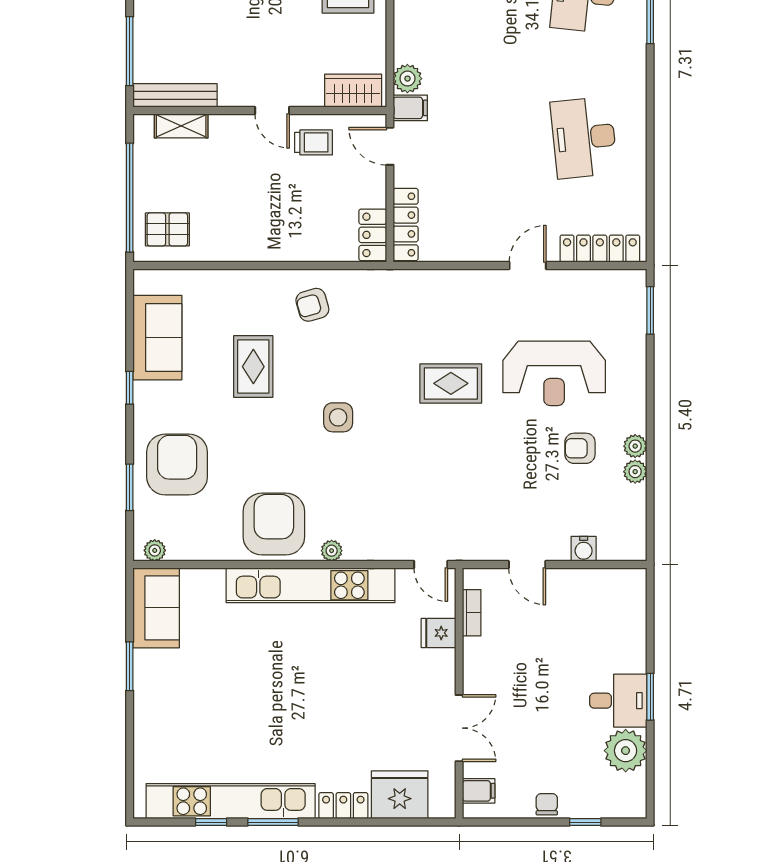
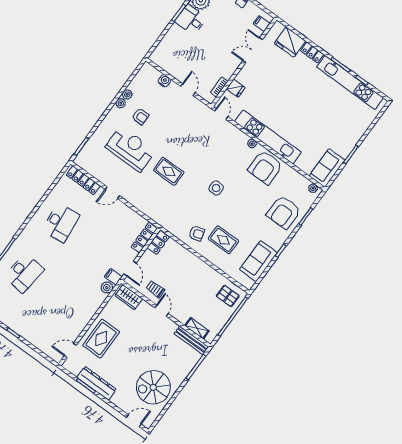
rug: (253, 367) -> (223, 240), moved, turned 90

